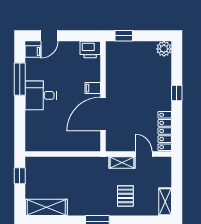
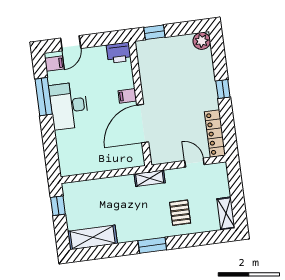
desk: (41, 95) -> (69, 106), width x1.37
shelving: (122, 162) -> (150, 178), moved

